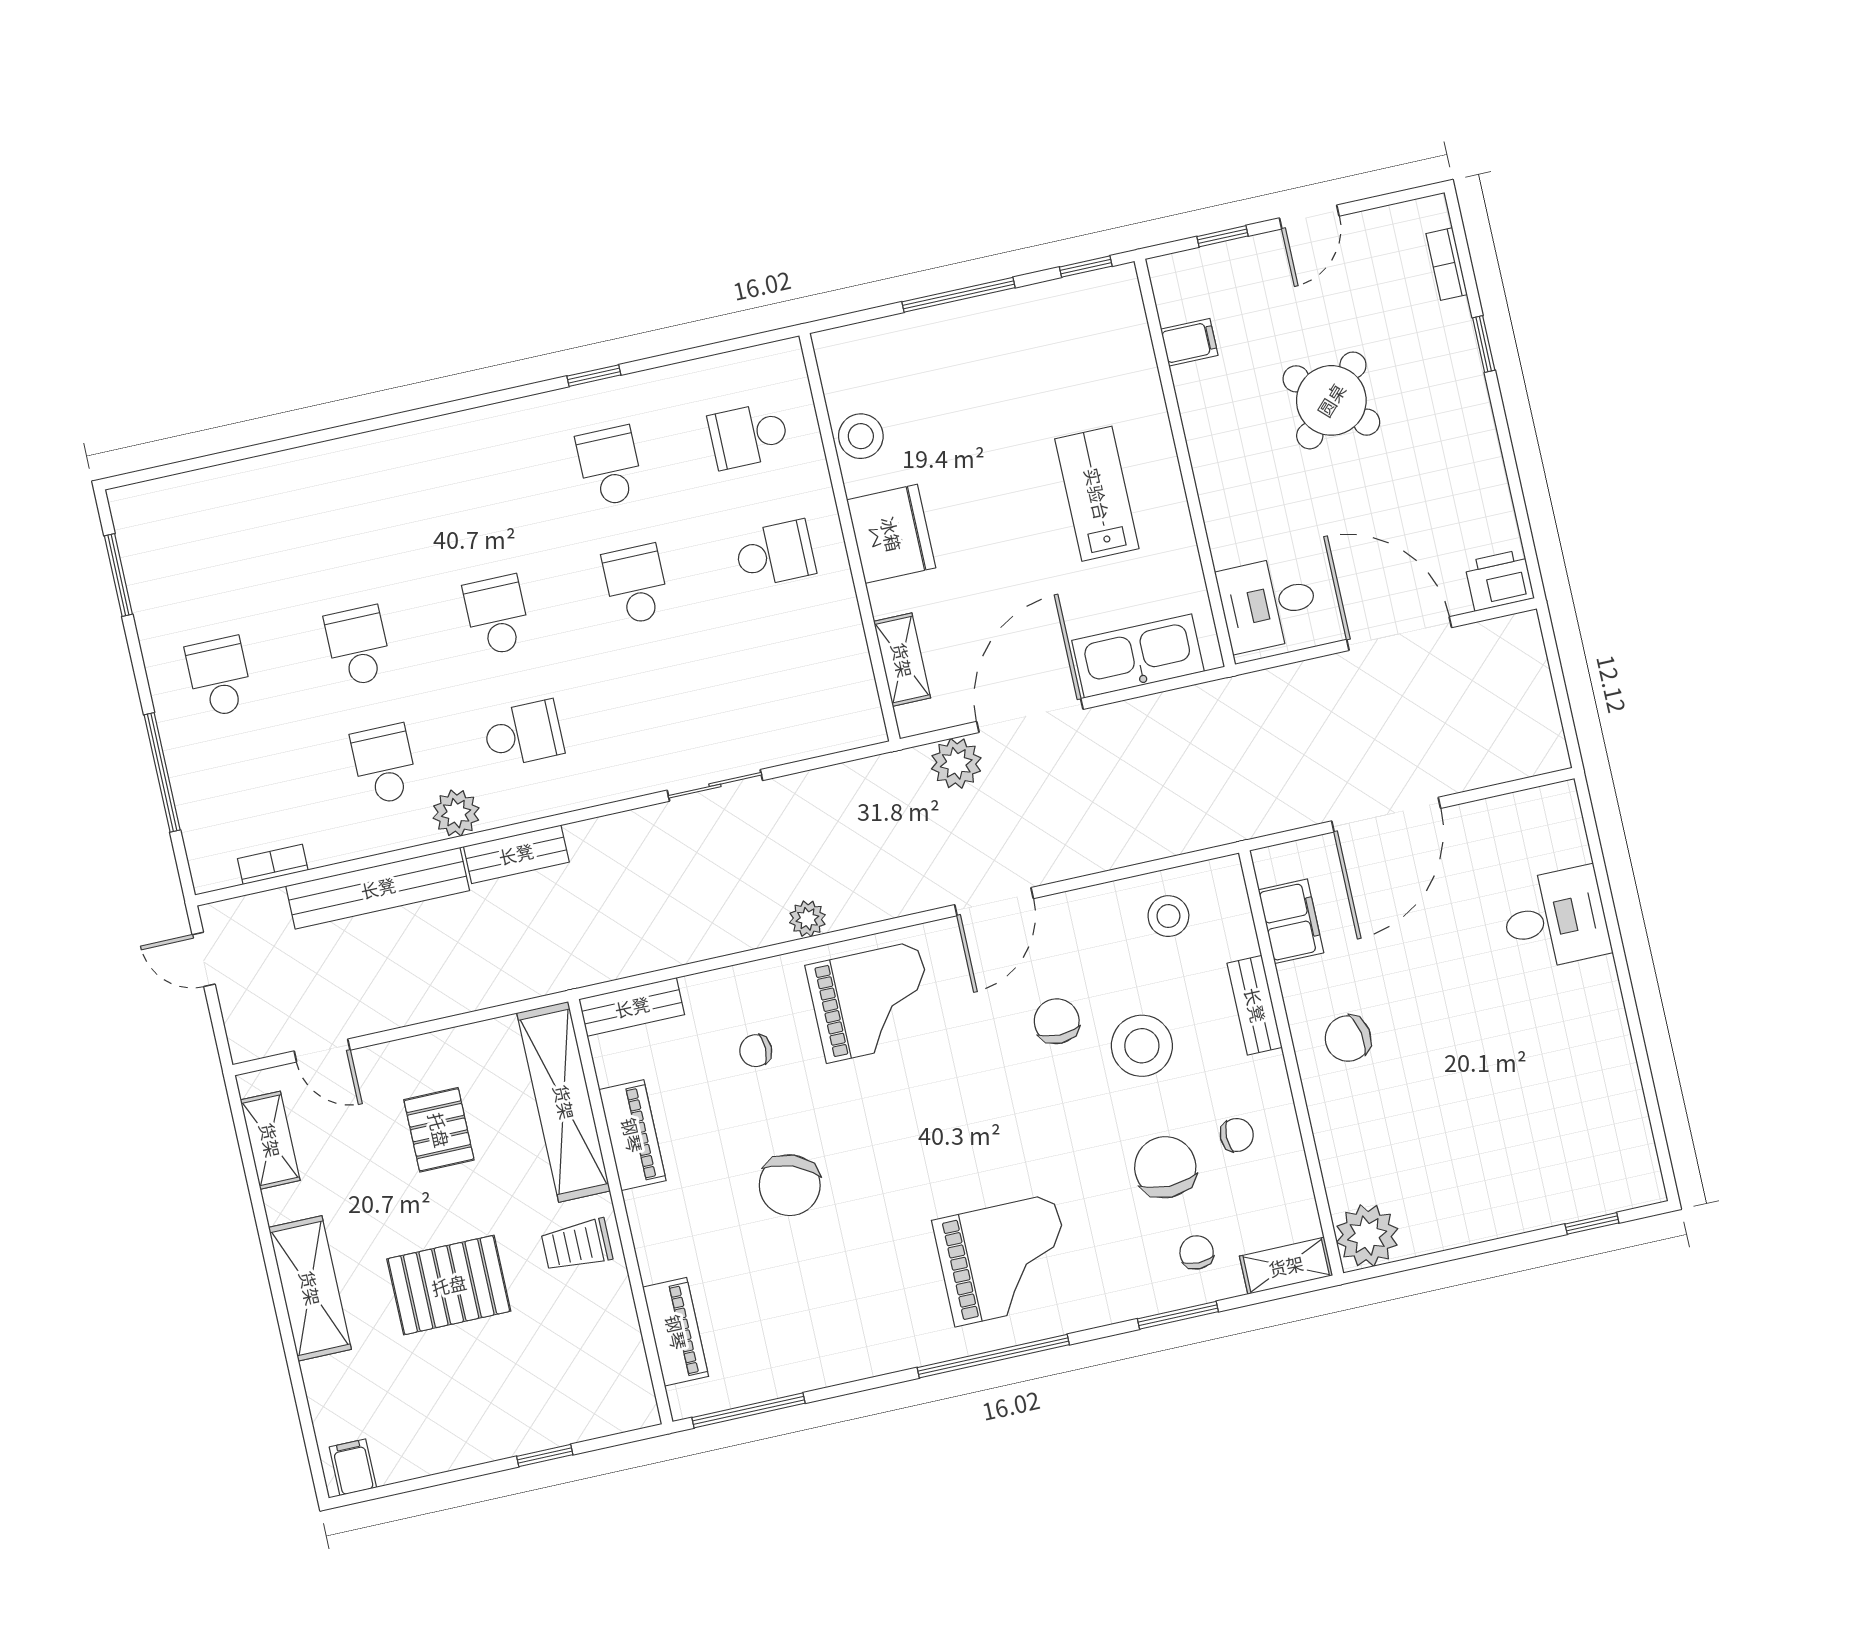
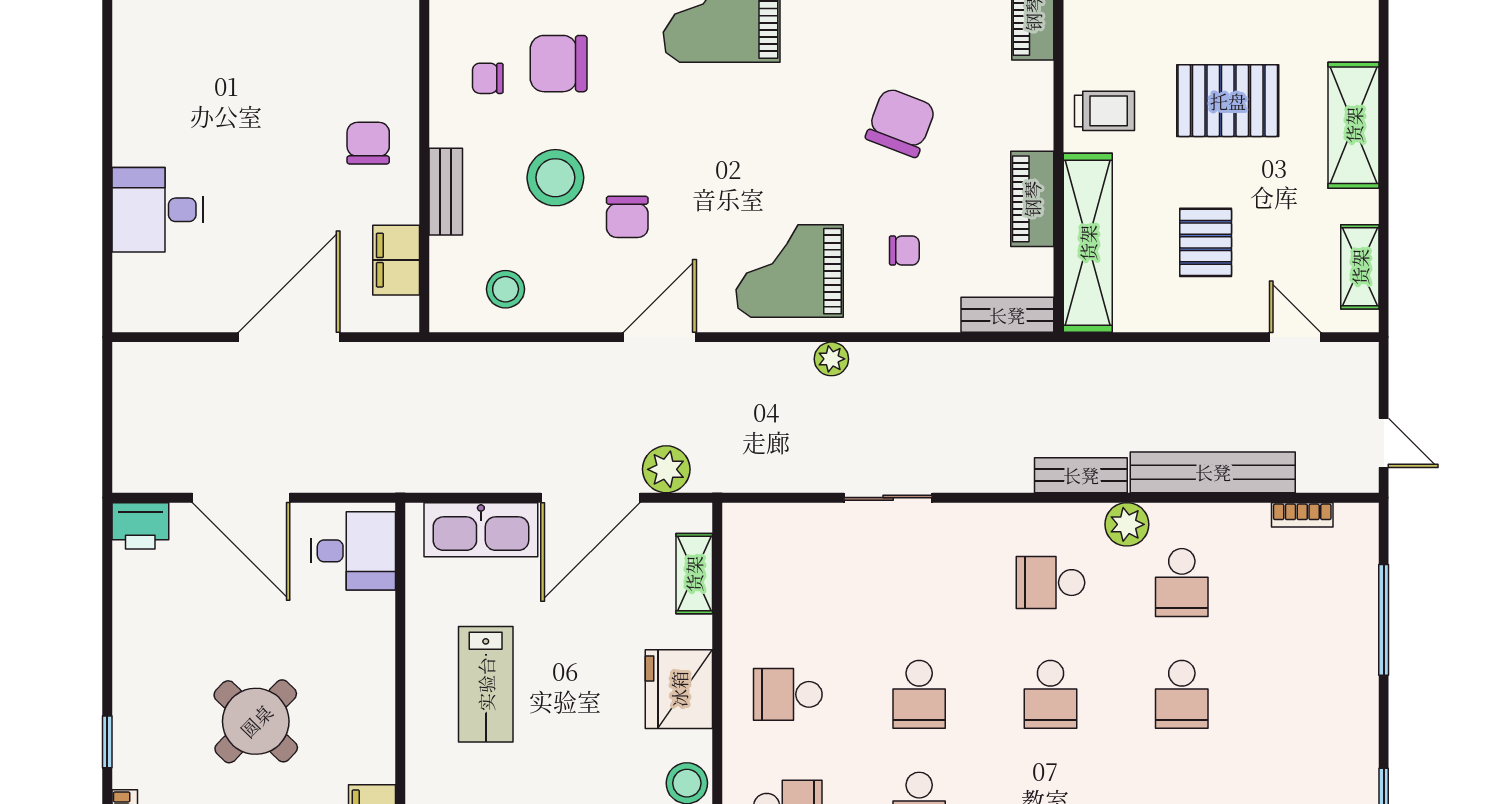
school desk: (219, 677) -> (1313, 694), removed
chair: (1348, 1038) -> (368, 143), turned -80
chair: (1165, 1167) -> (559, 64), turned 90

